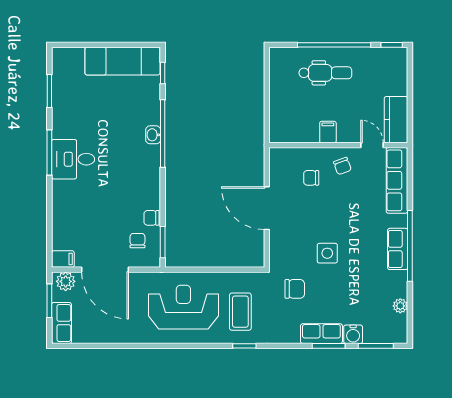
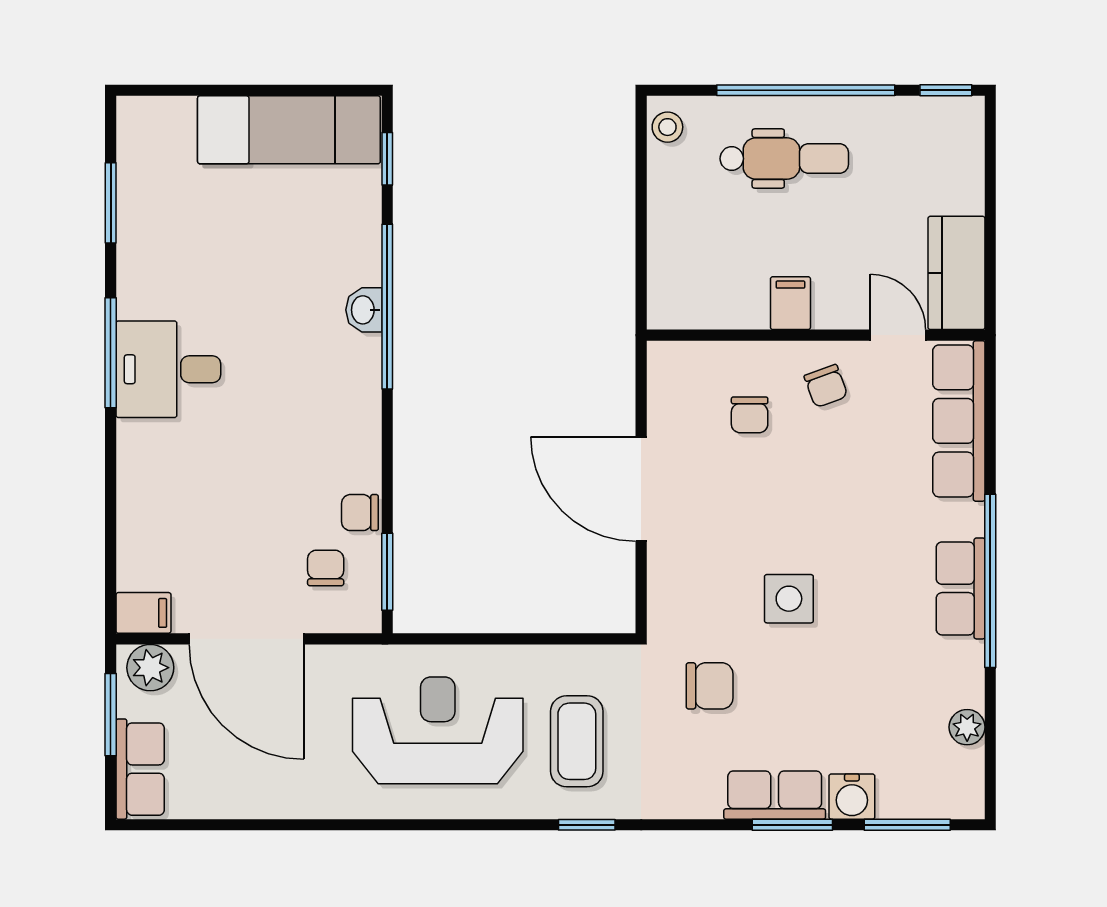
stool: (278, 60) -> (667, 127), added
chair: (311, 178) -> (750, 415), turned -90

